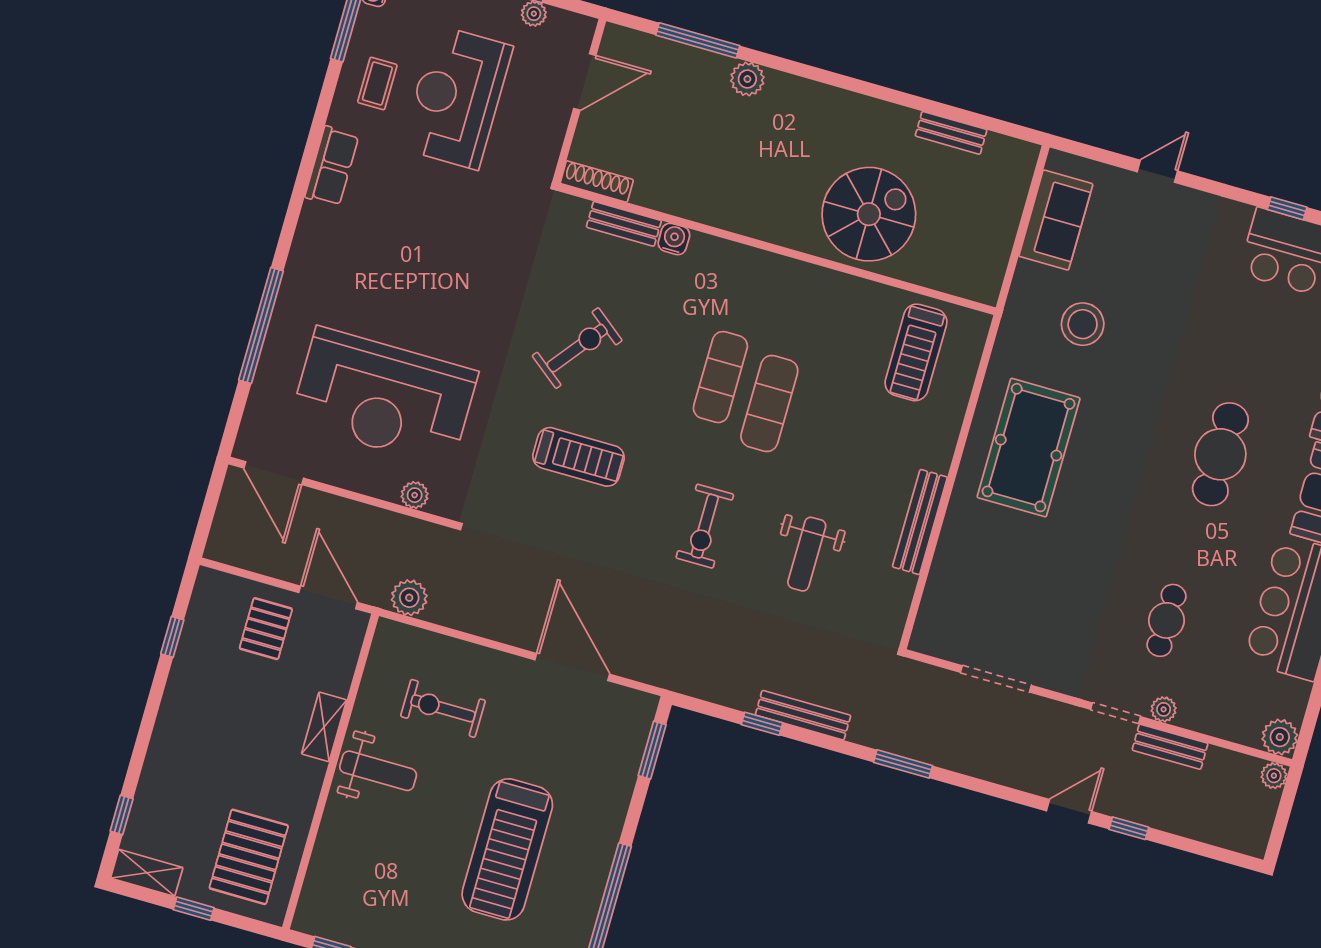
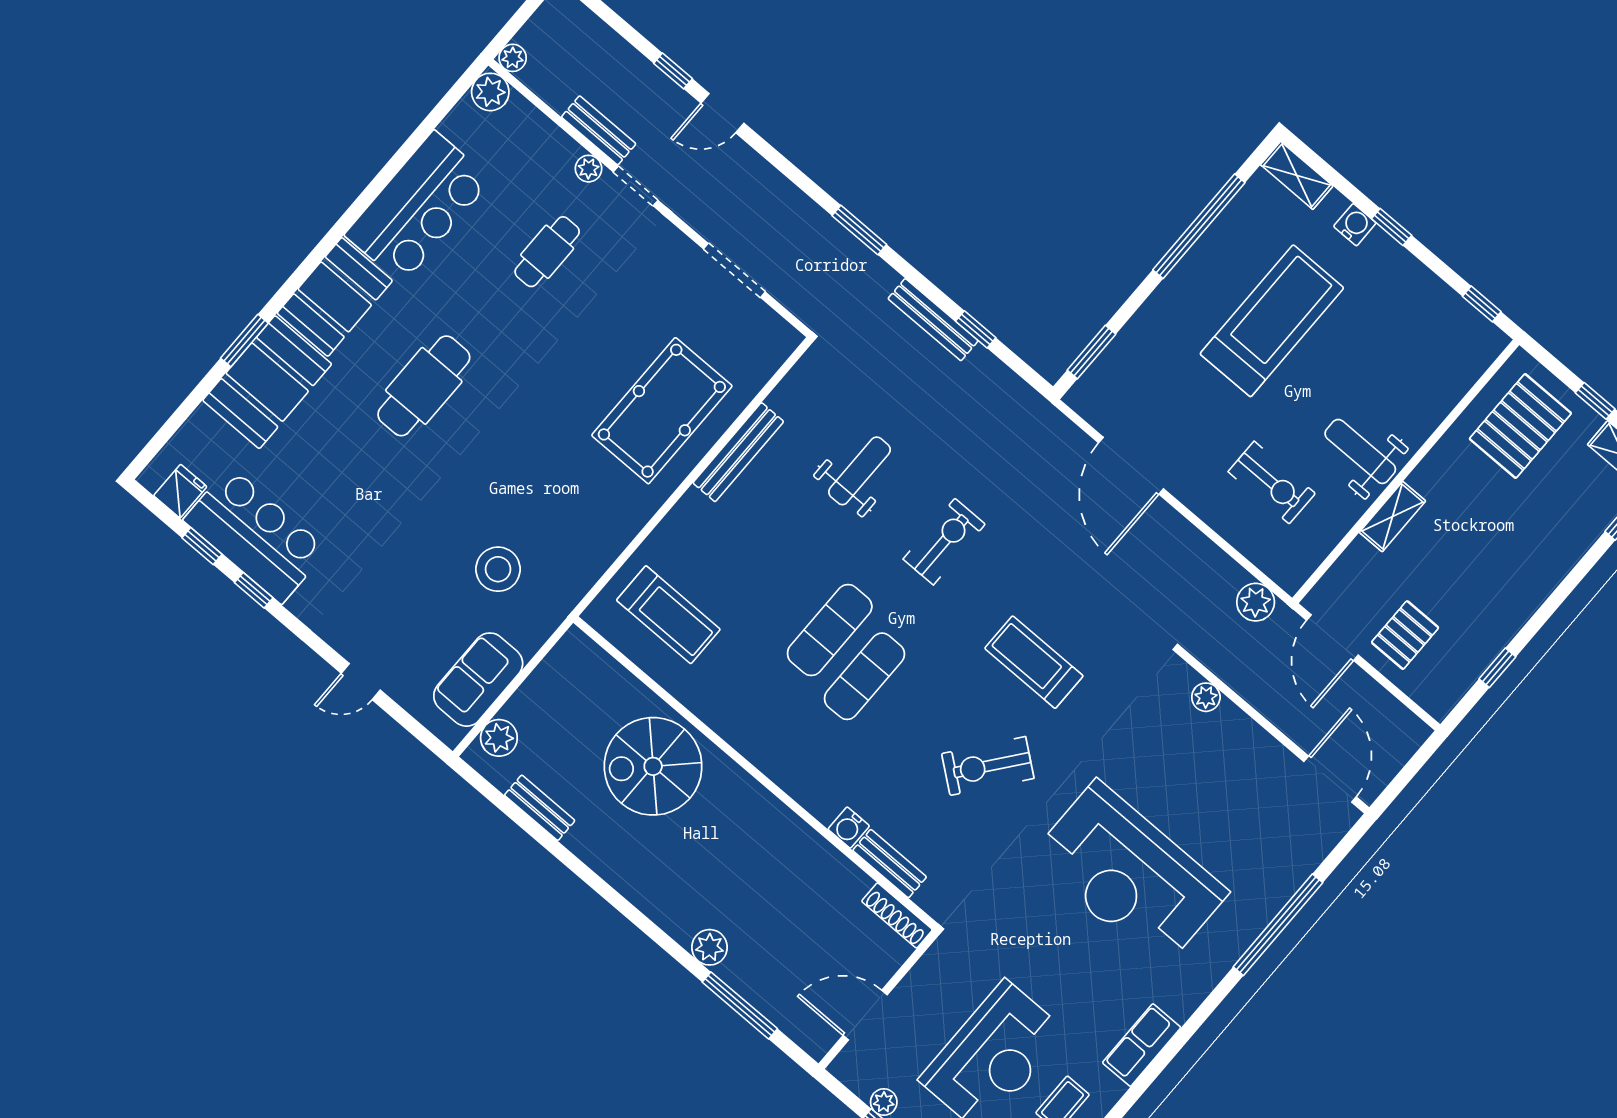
plant: (1014, 177) -> (499, 738), added
treadmill: (916, 352) -> (668, 615), turned 90
reception desk: (384, 397) -> (1129, 875), moved, turned 180
pool table: (1029, 448) -> (662, 411), moved

